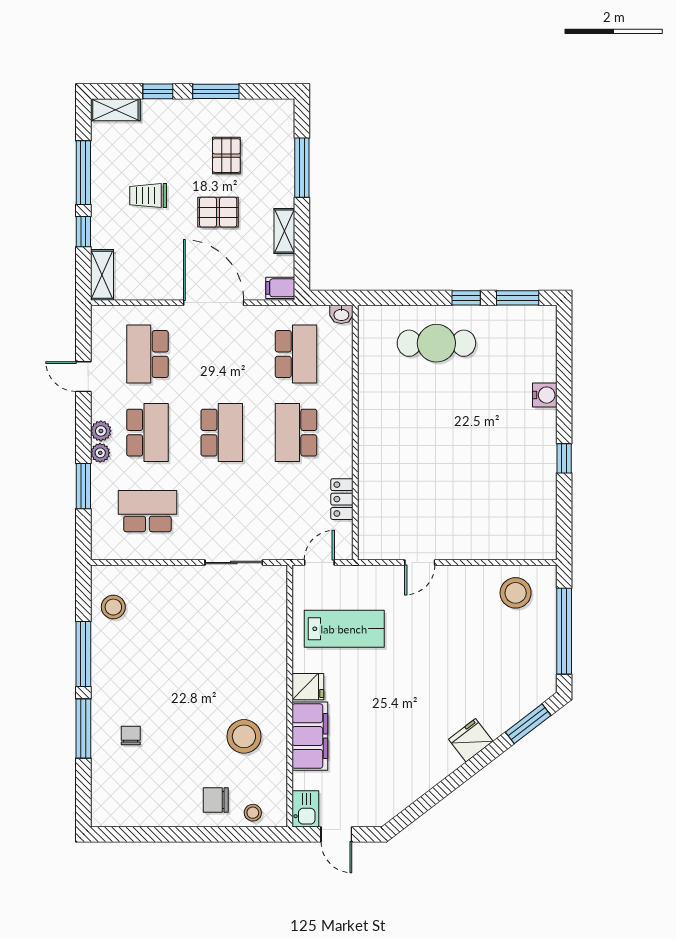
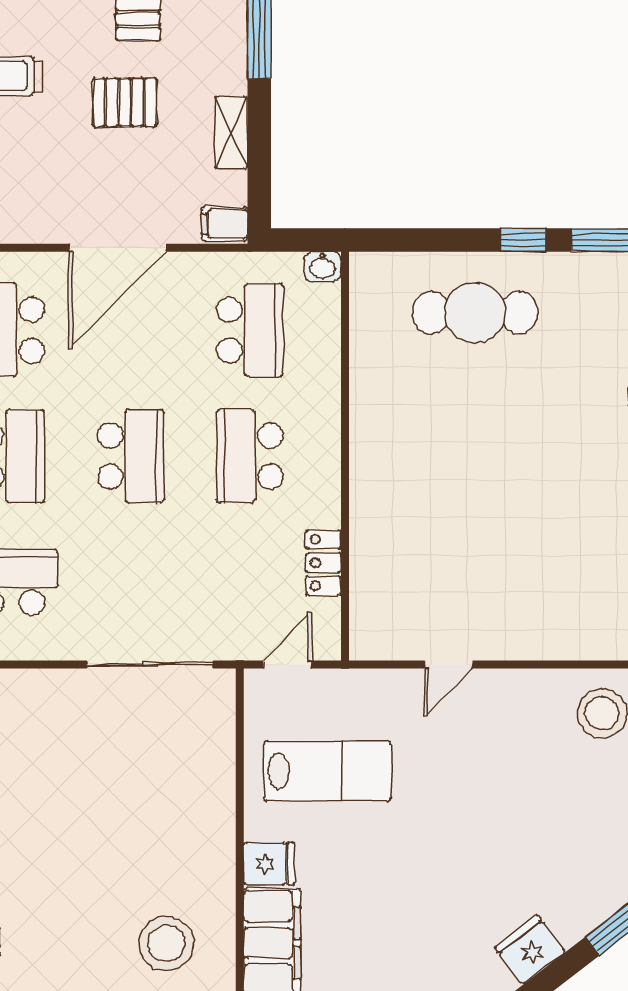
door: (214, 303) -> (118, 248), swing flipped
sliding door: (234, 563) -> (150, 665), width x1.37

